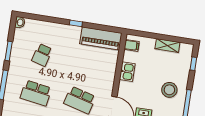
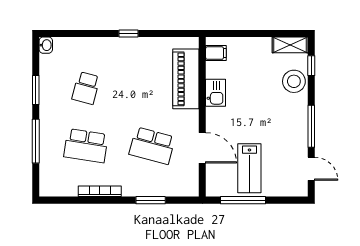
piano: (101, 38) -> (186, 79), moved, turned 90
shelving: (167, 46) -> (290, 45), moved
stool: (169, 90) -> (294, 81), moved

